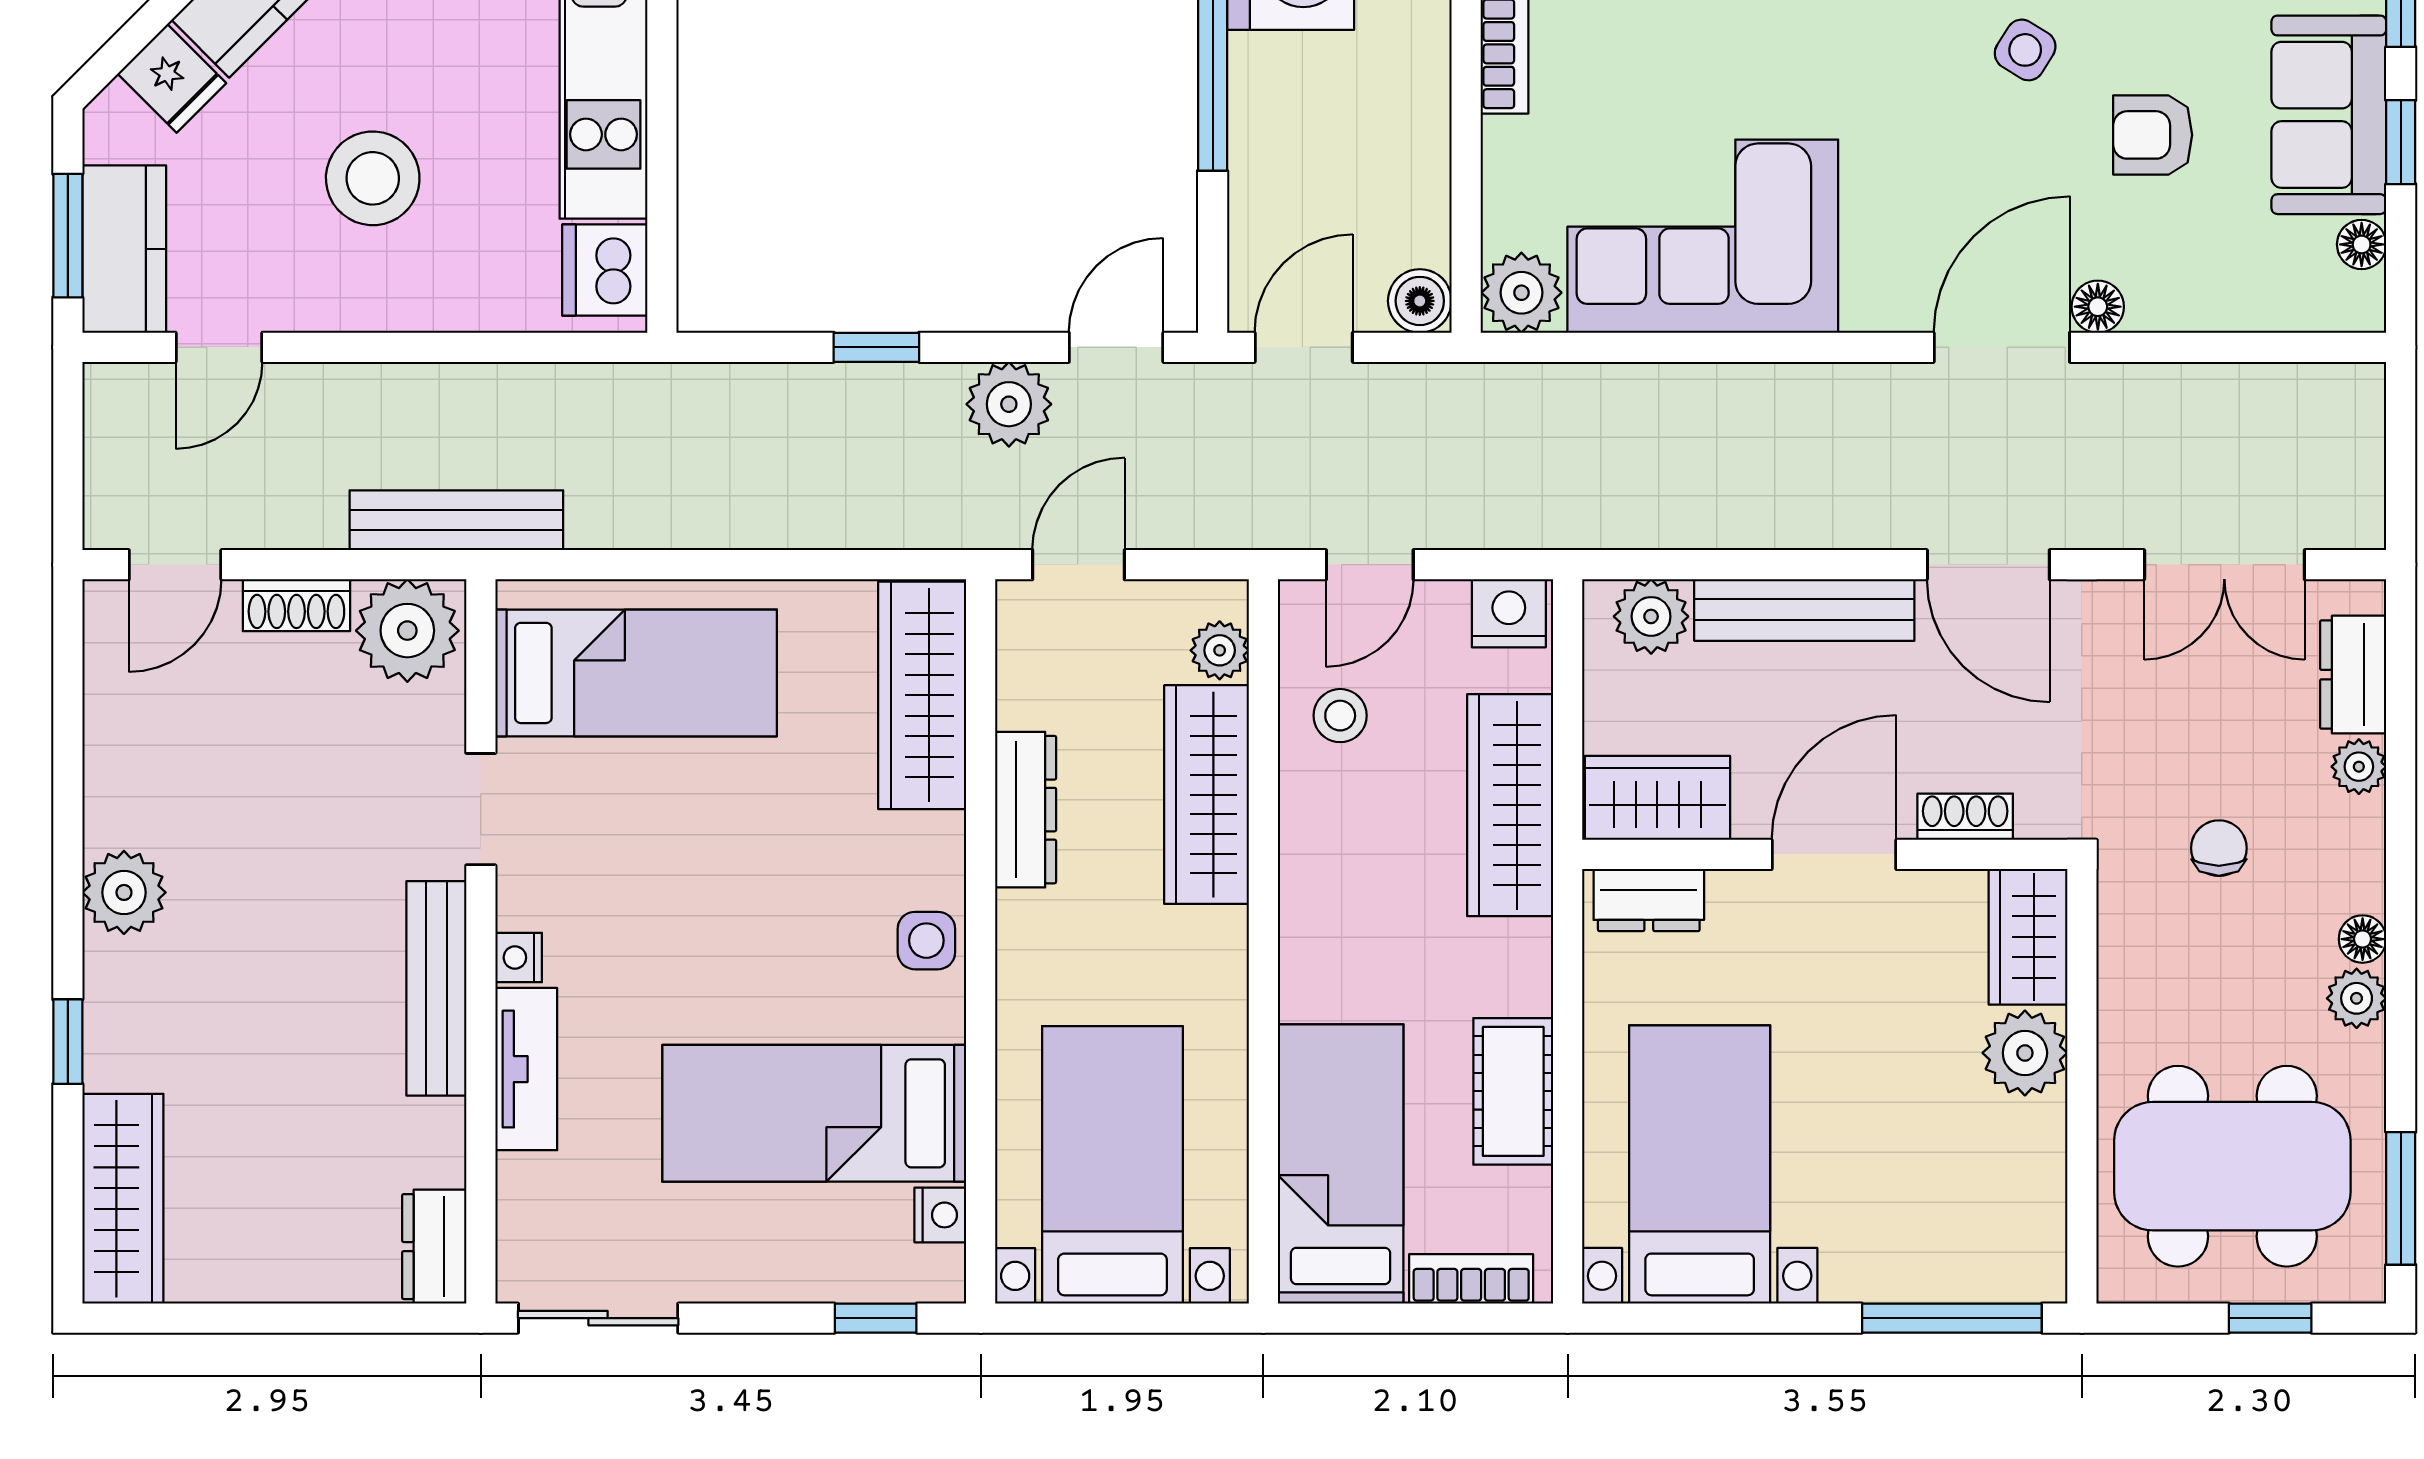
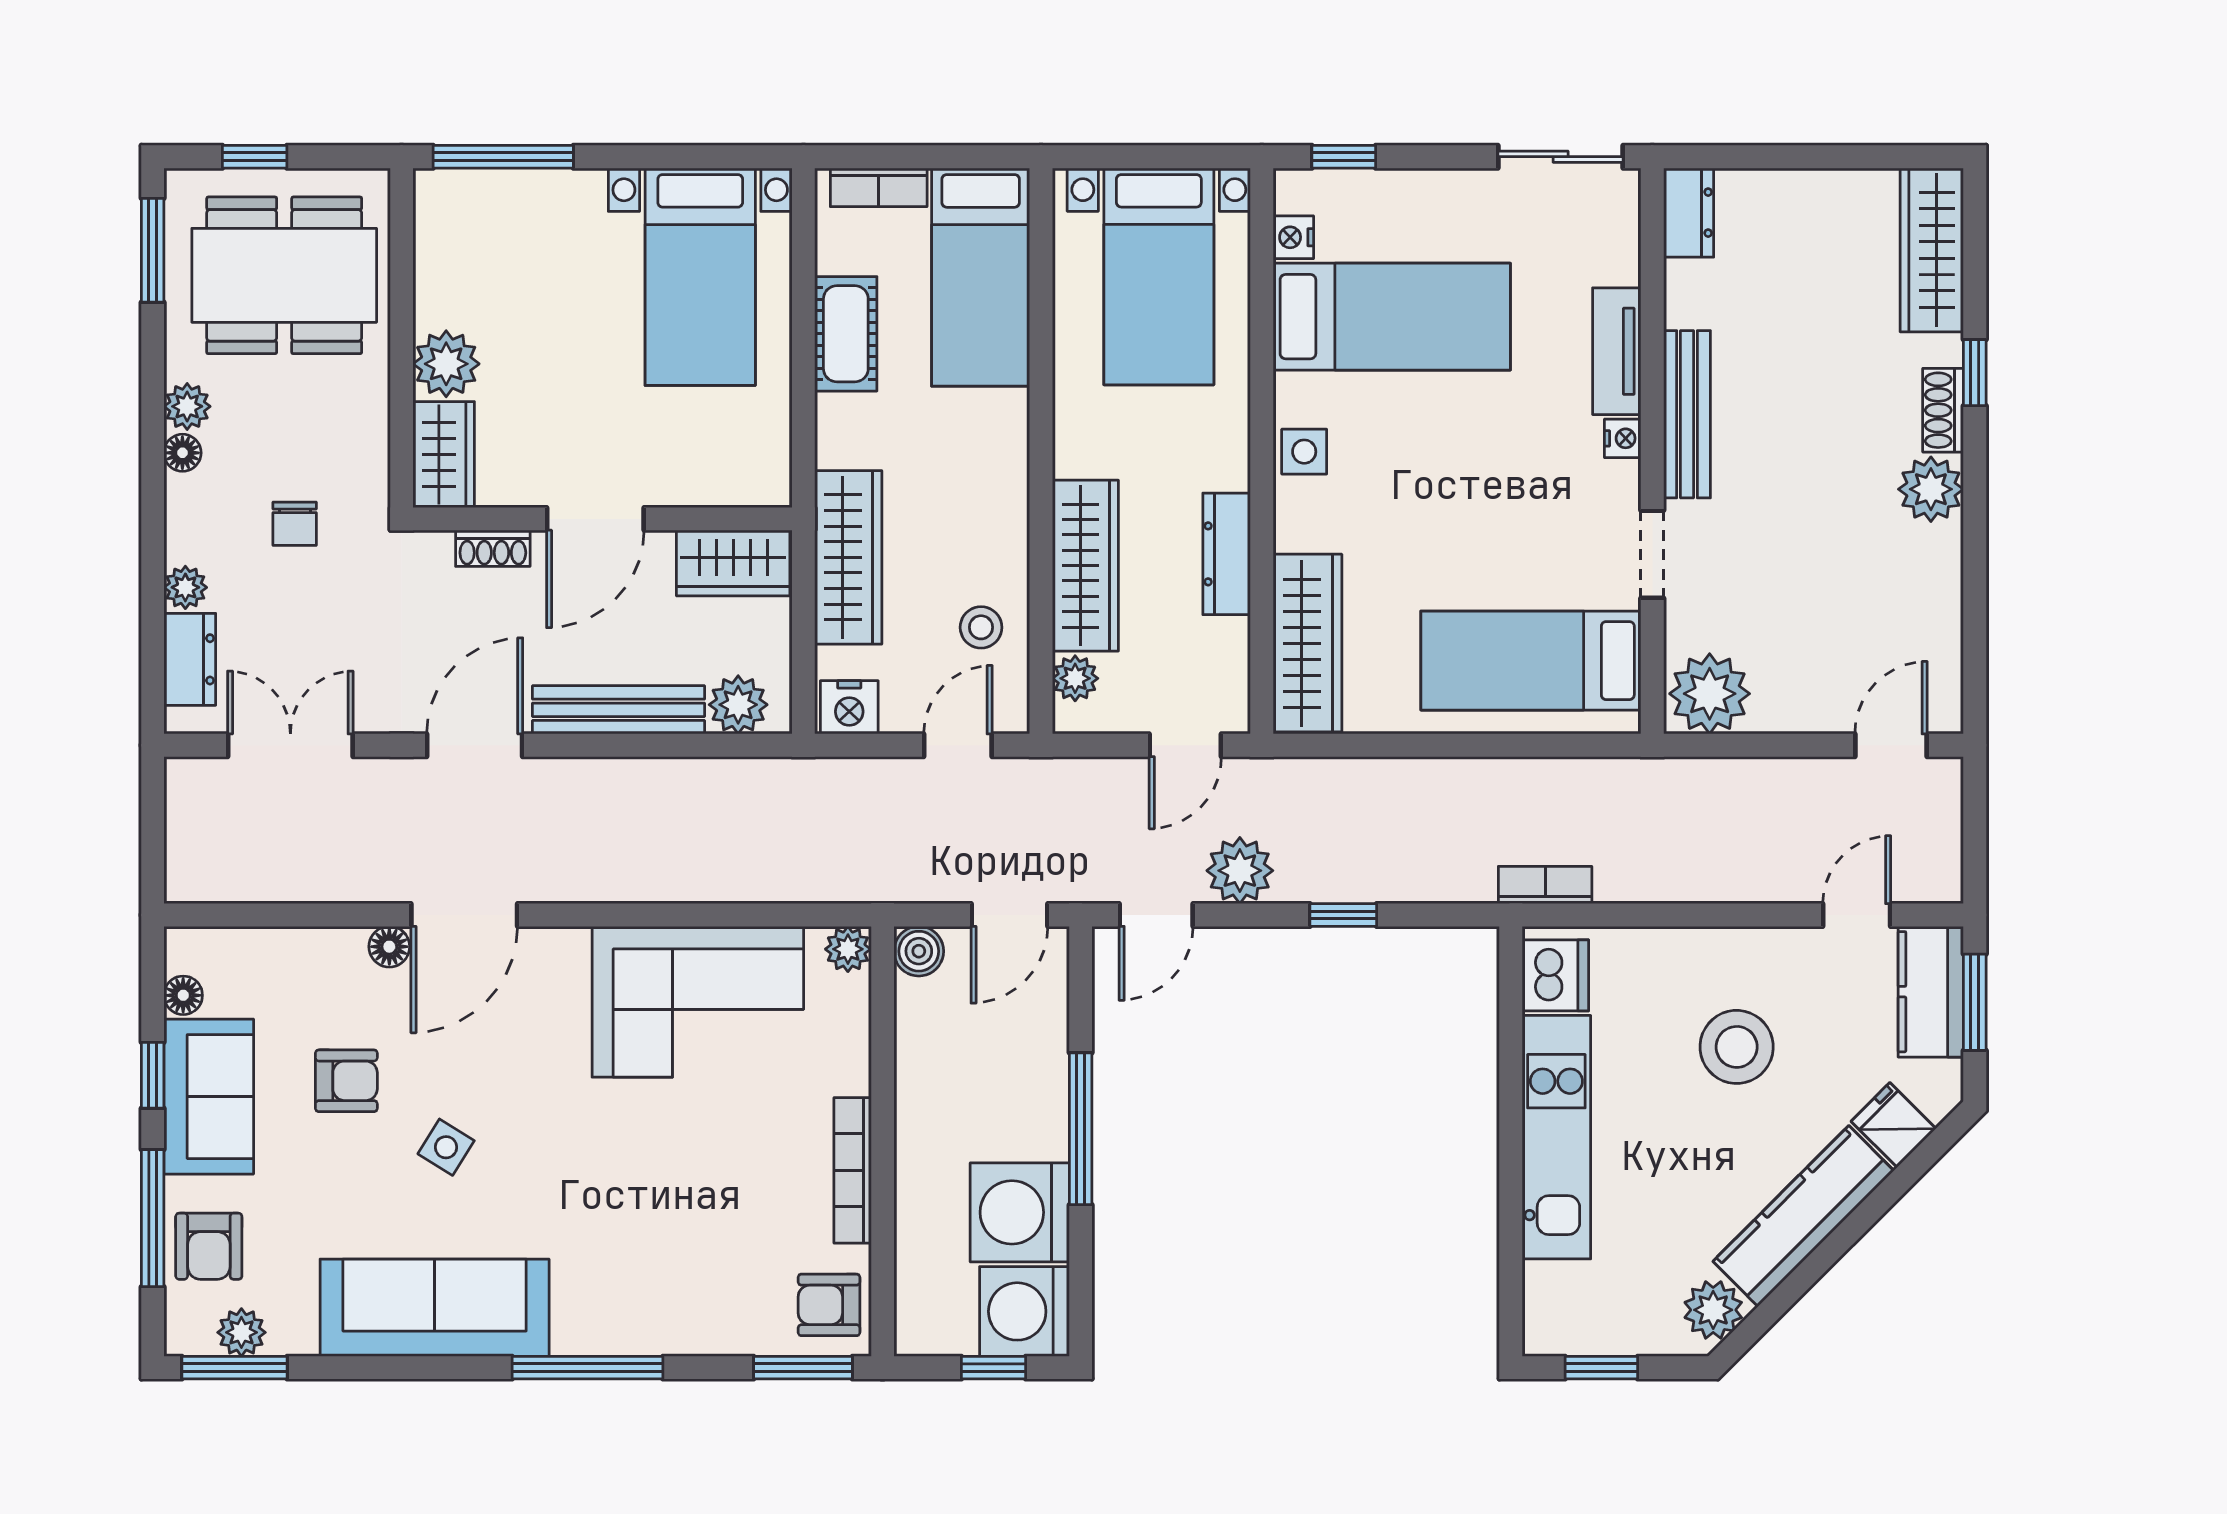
plant: (1521, 293) -> (848, 949), width x0.73, depth x0.73
bookcase: (618, 386) -> (1545, 885), added
bench: (456, 520) -> (1671, 780), removed
door: (1988, 565) -> (475, 745), hinge flipped
shoe rack: (296, 605) -> (1943, 410), moved, turned -90
dresser: (1649, 900) -> (740, 483), removed

